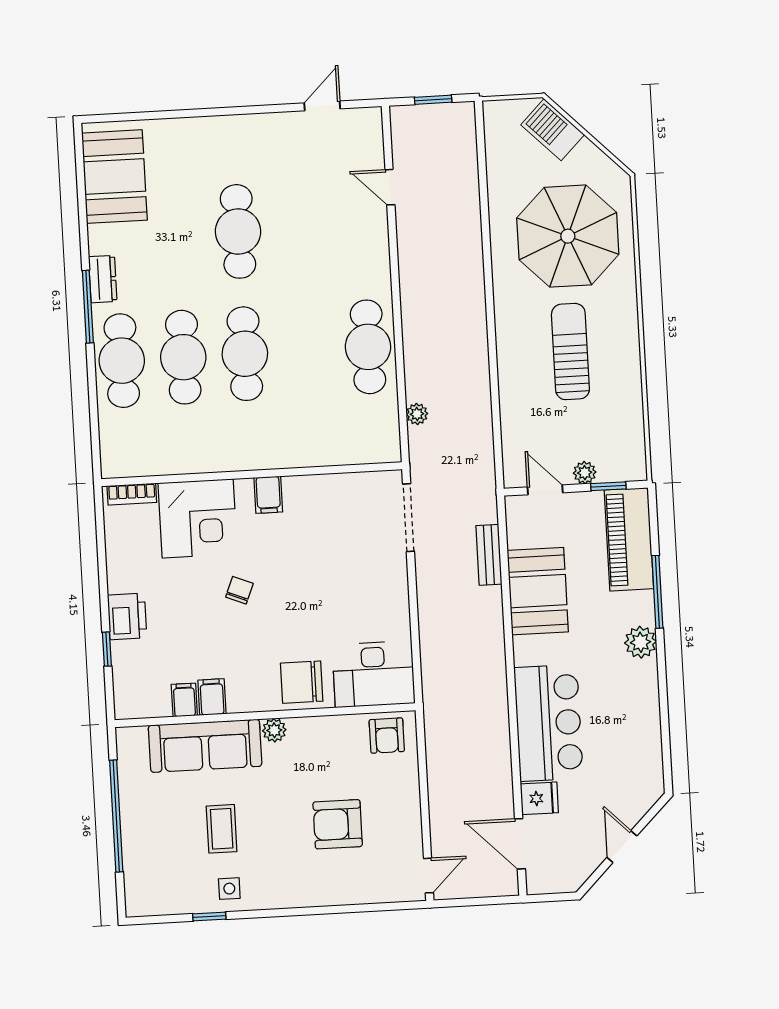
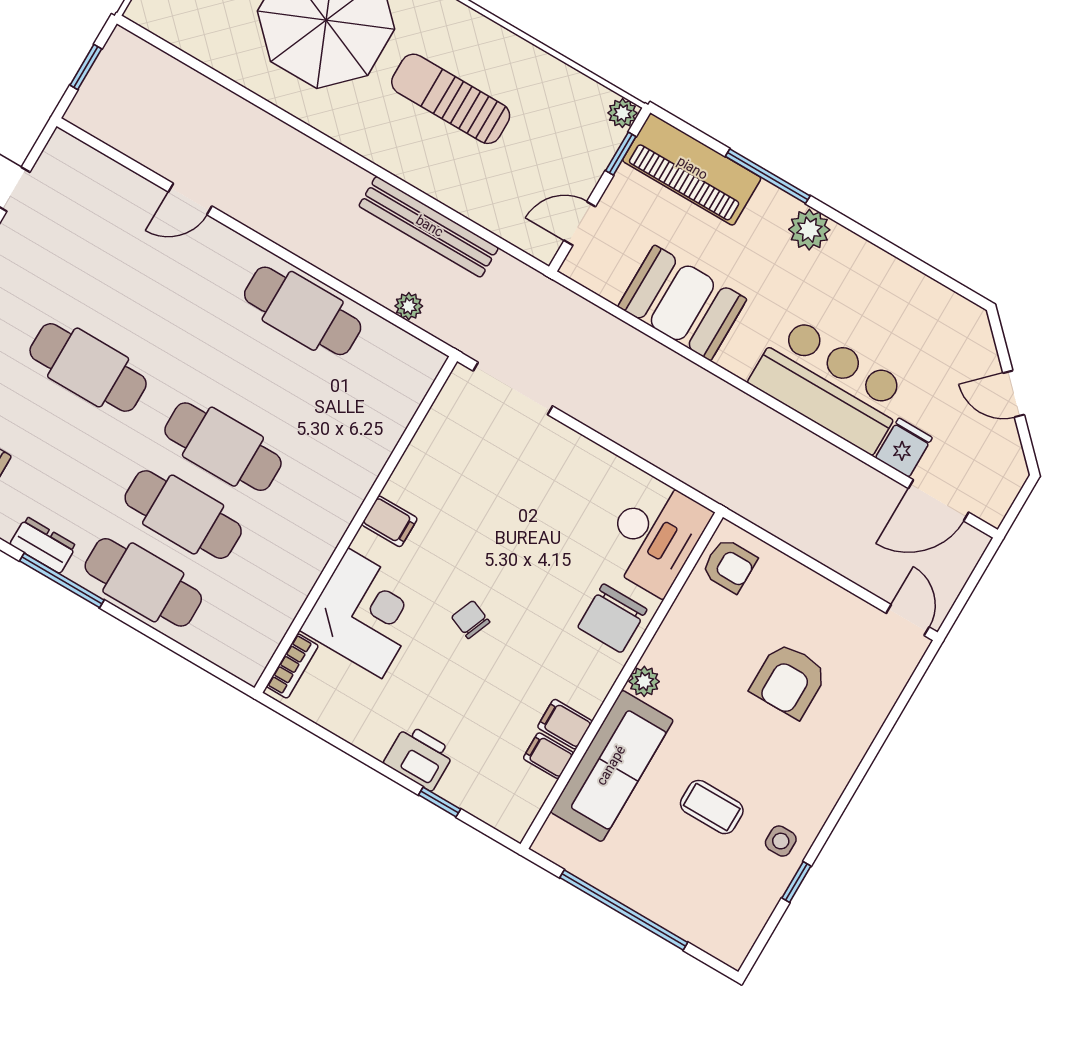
door: (390, 187) -> (190, 199), moved
plant: (585, 473) -> (622, 113), moved
bench: (489, 555) -> (429, 227), moved, width x1.86, depth x1.21

